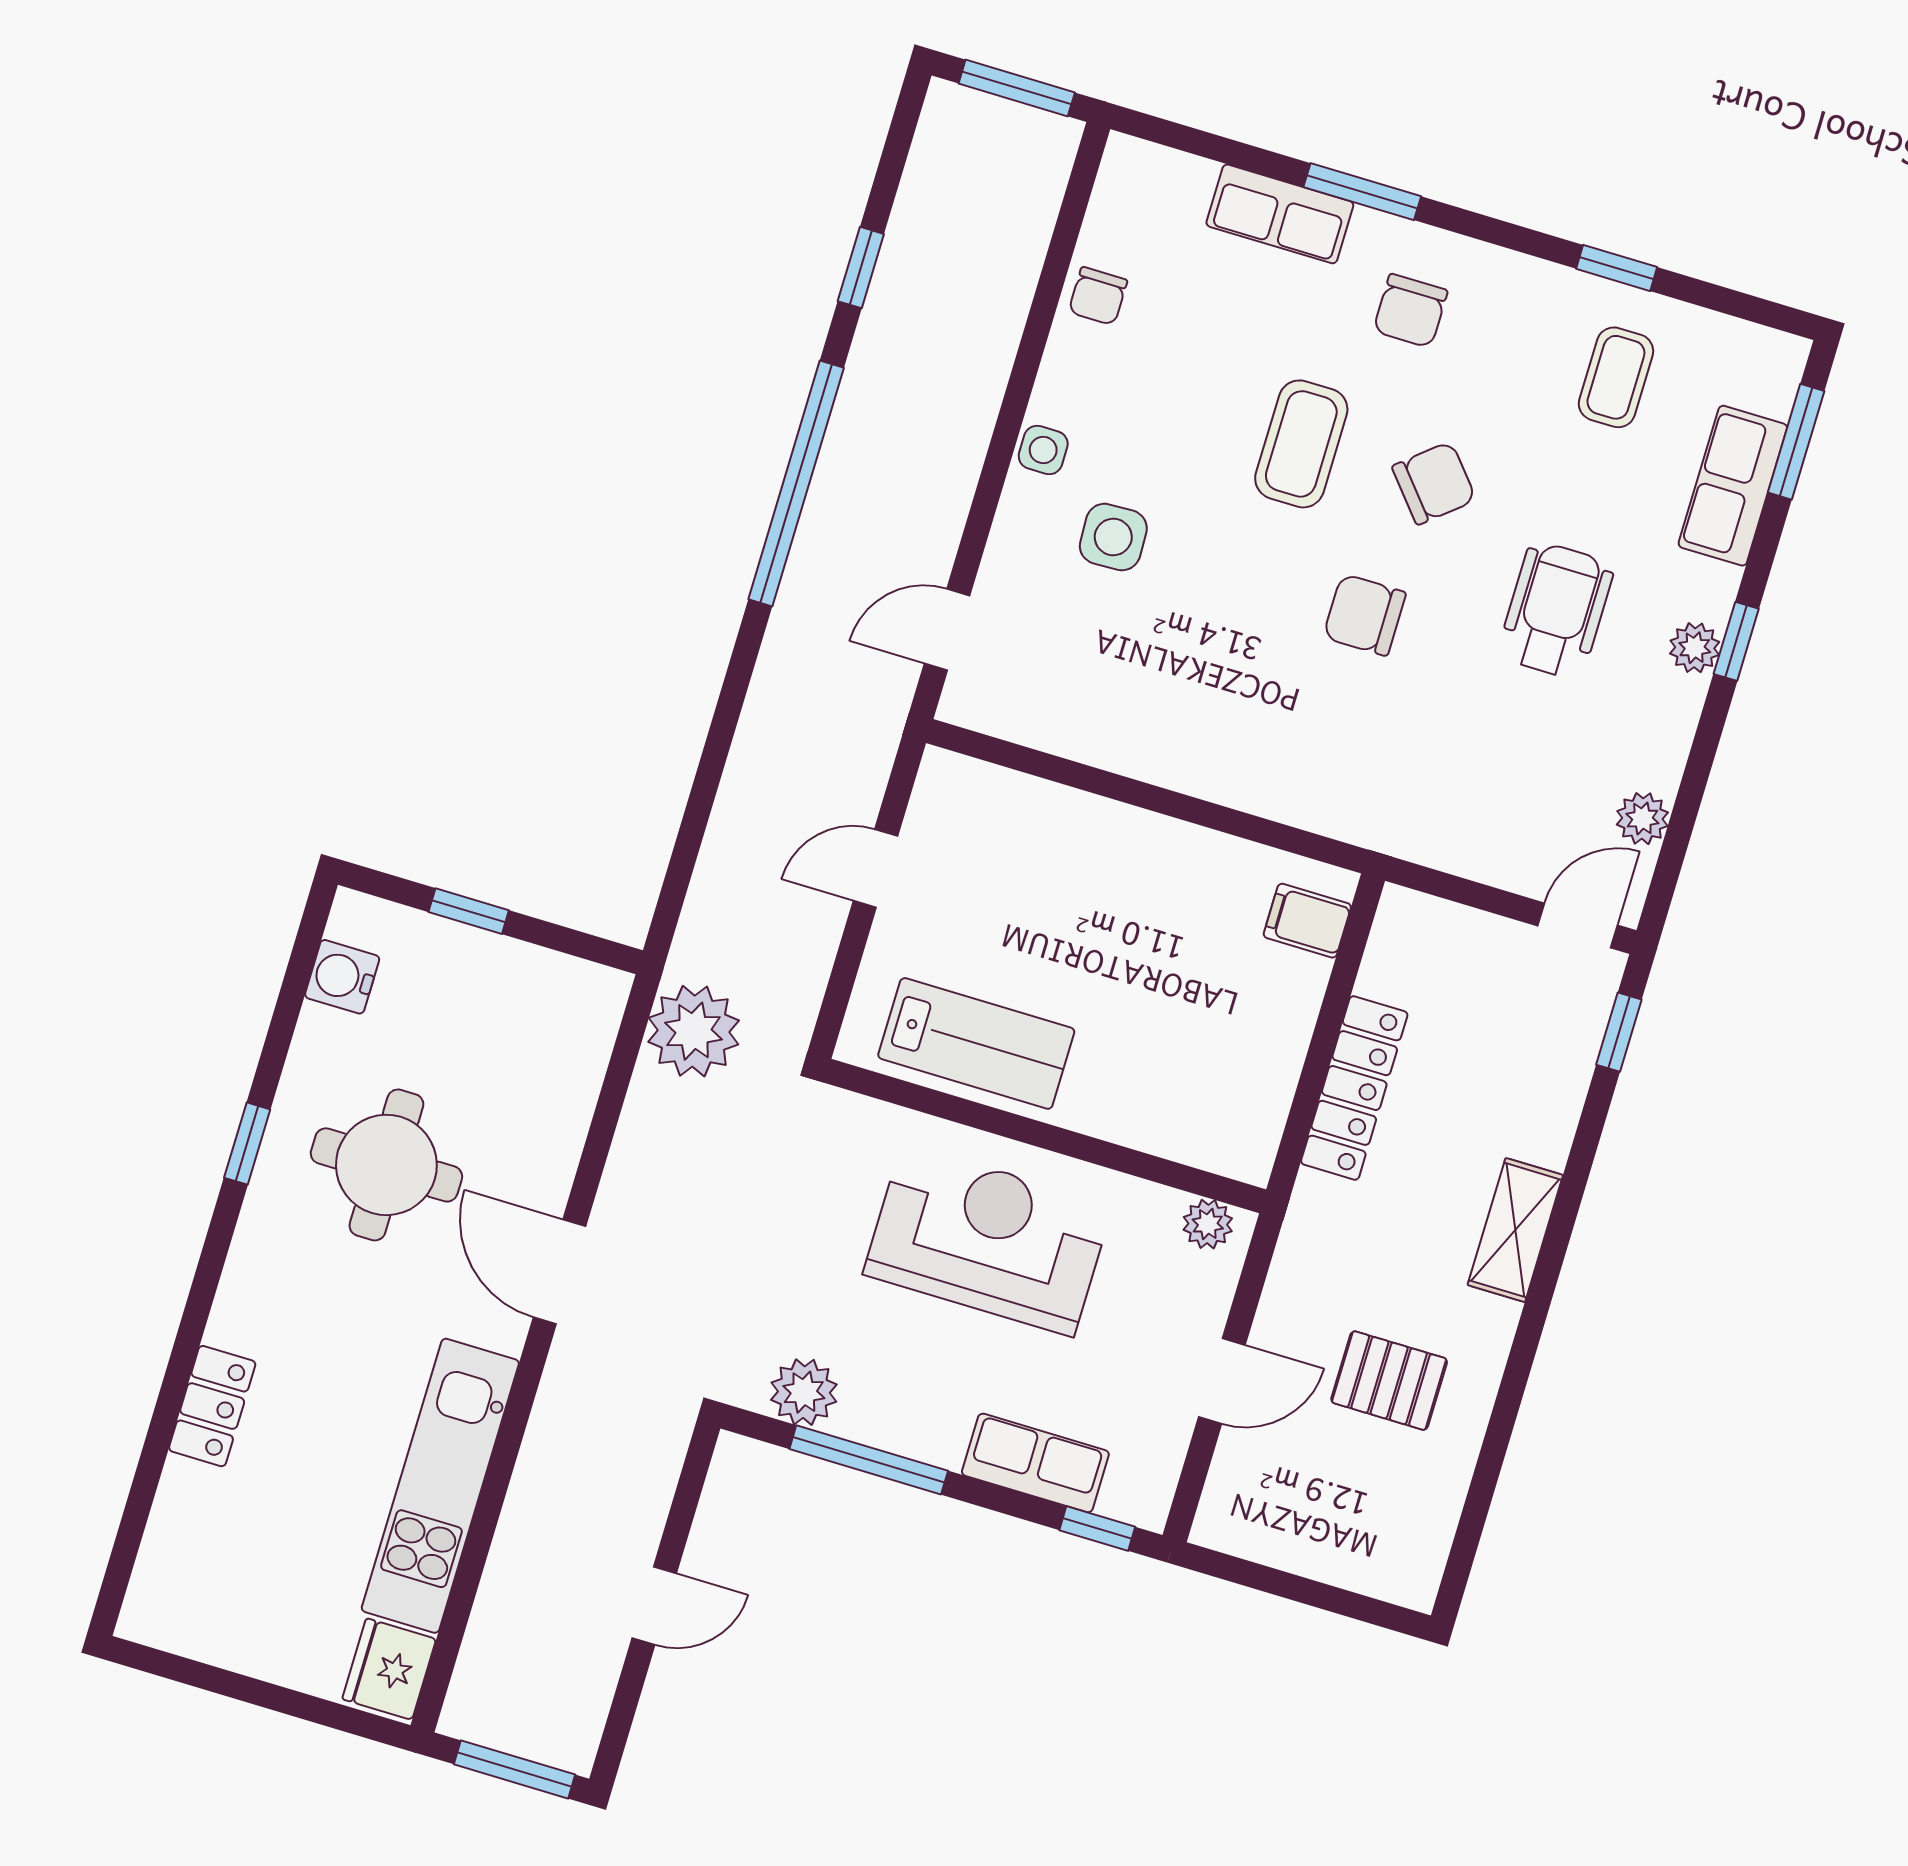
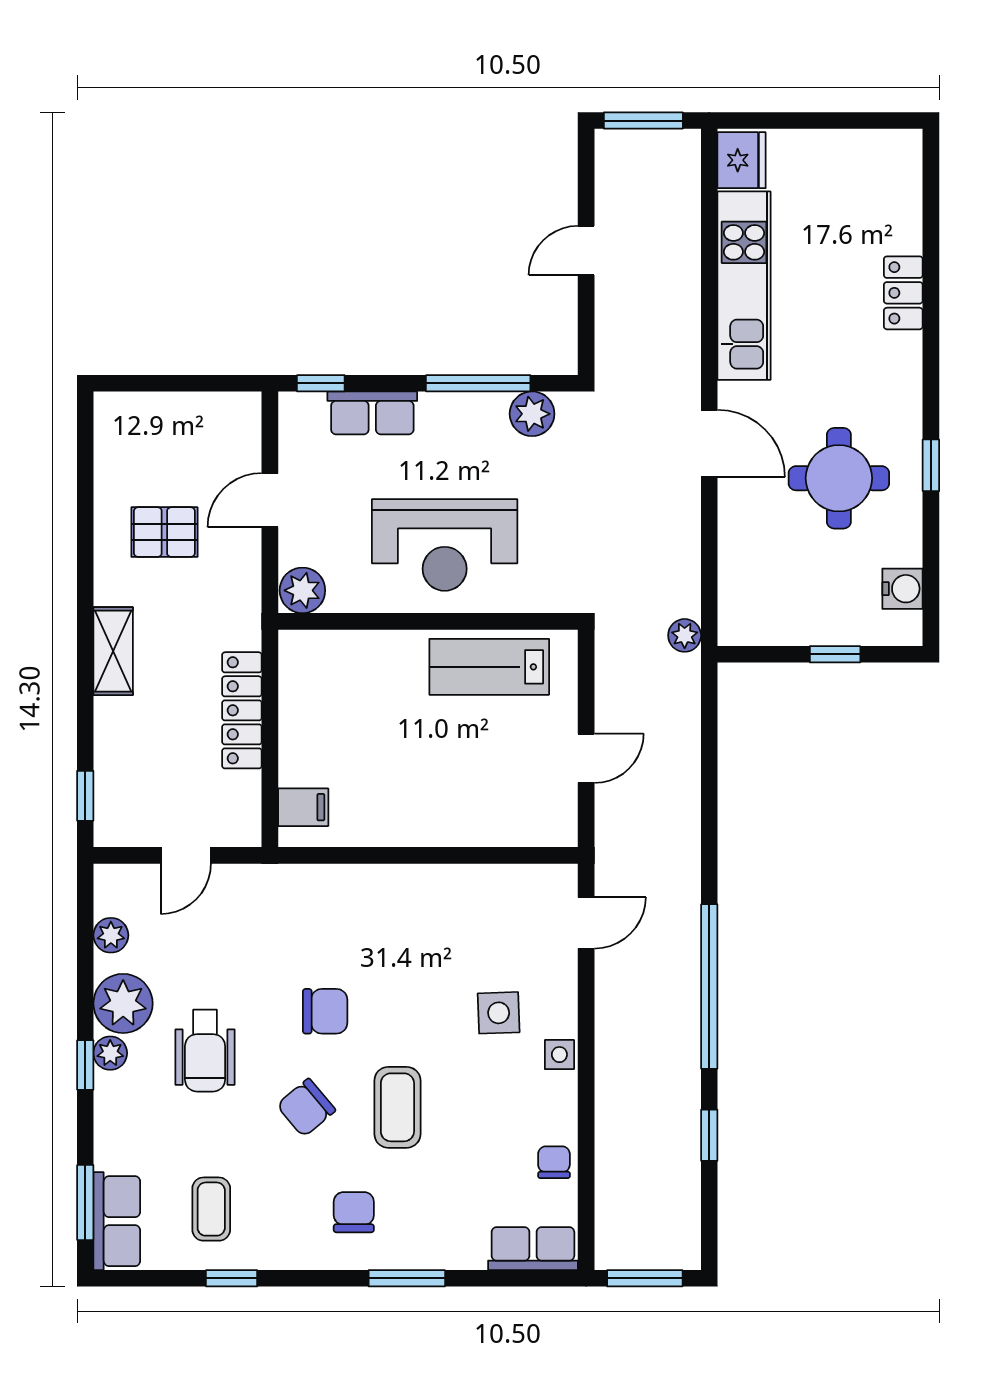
row of seats: (1280, 214) -> (533, 1249), moved
row of seats: (1733, 486) -> (117, 1221), moved
plant: (1654, 714) -> (123, 1003), added
door: (1578, 925) -> (186, 855), moved
plant: (694, 1031) -> (685, 635), width x0.53, depth x0.53
plant: (1208, 1224) -> (302, 590), width x1.38, depth x1.38

